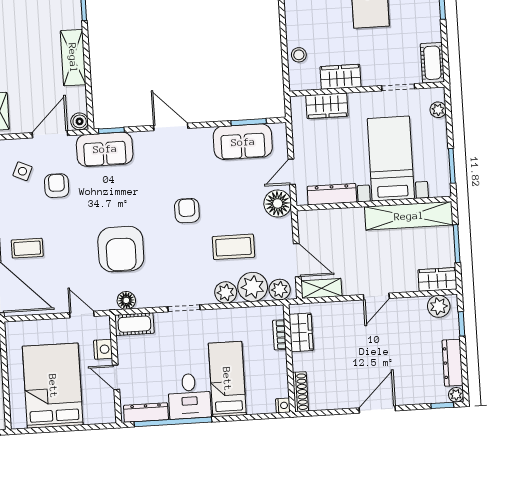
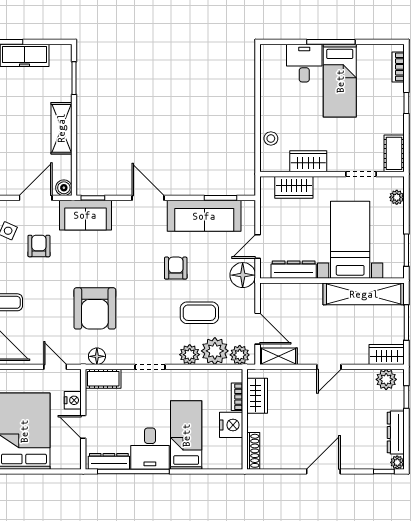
sofa: (243, 142) -> (204, 216), width x1.36
armchair: (187, 211) -> (176, 268), moved
nightstand: (283, 405) -> (231, 425), moved, width x1.89, depth x1.79

